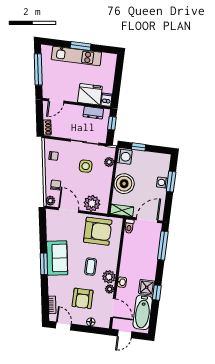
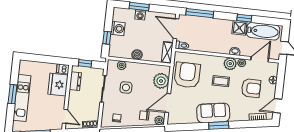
washing machine: (124, 157) -> (118, 29), moved, turned 90
boiler: (124, 184) -> (137, 55), width x0.54, depth x0.54

